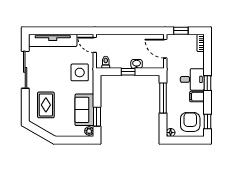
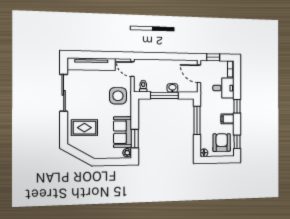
window: (128, 72) -> (164, 95), width x2.17
desk: (192, 79) -> (223, 88), moved
rug: (46, 105) -> (84, 128), turned 90

